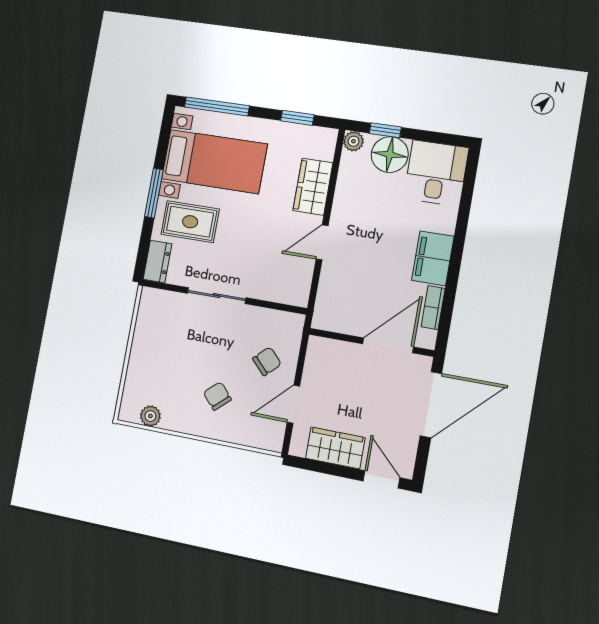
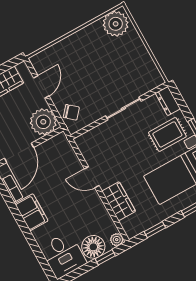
door: (322, 242) -> (92, 177), swing flipped
plant: (326, 359) -> (43, 122), added
chair: (267, 361) -> (71, 112), moved, turned -95
chair: (217, 396) -> (82, 59), removed
plant: (150, 416) -> (116, 24), width x1.87, depth x1.87

